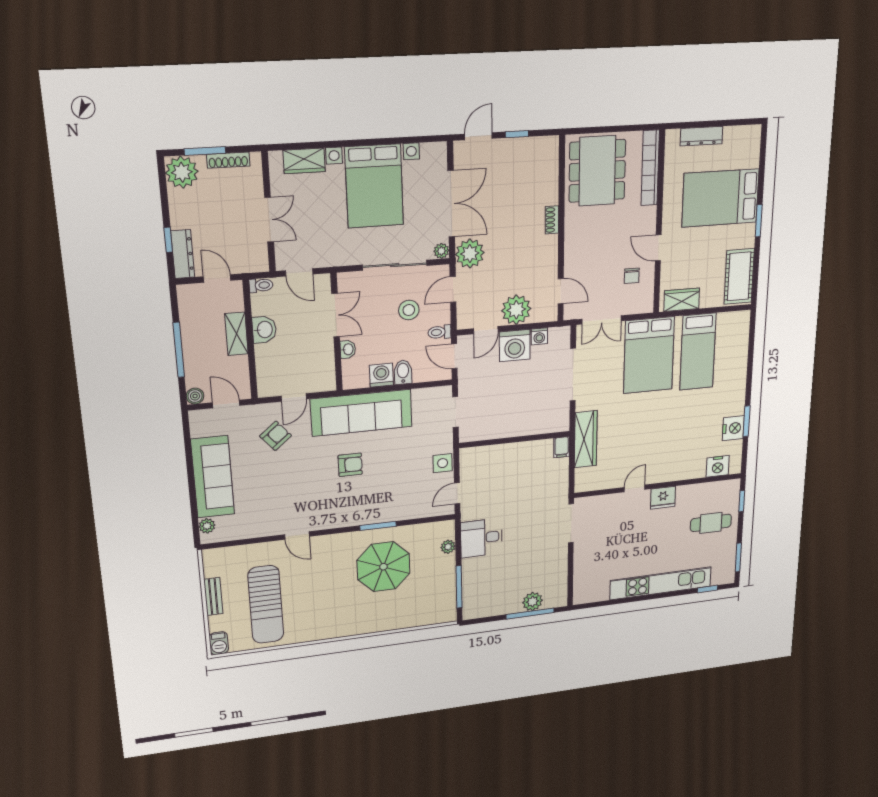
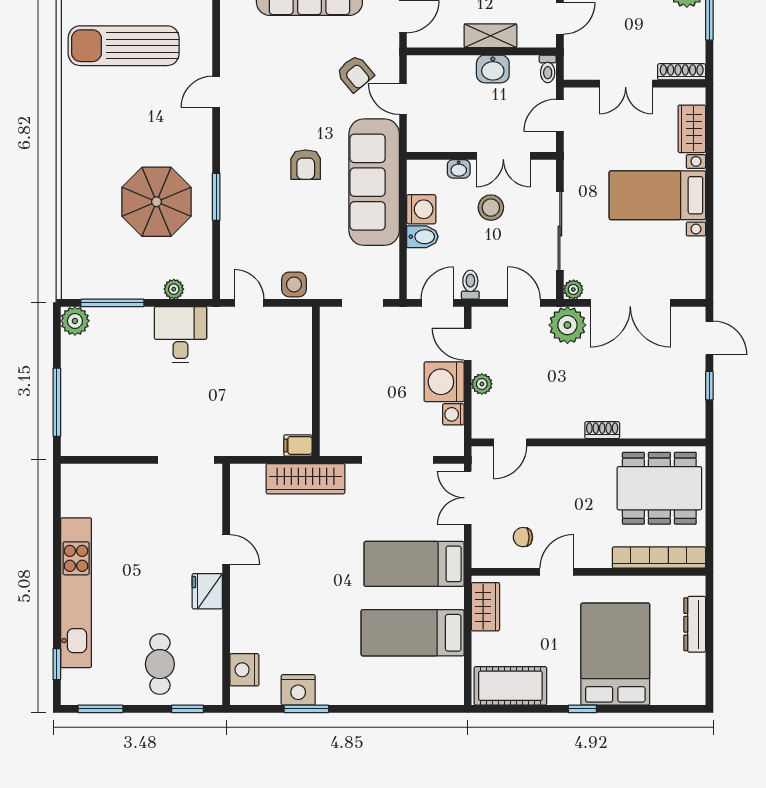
shoe rack: (228, 160) -> (682, 72), moved, turned 90
bed with nightstands: (374, 186) -> (657, 195), width x0.73
window: (759, 221) -> (582, 709), width x0.67
stool: (409, 310) -> (491, 208), moved
plant: (516, 310) -> (482, 384), width x0.53, depth x0.53
bed: (649, 355) -> (414, 564), width x0.67
plant: (533, 602) -> (75, 321), moved

